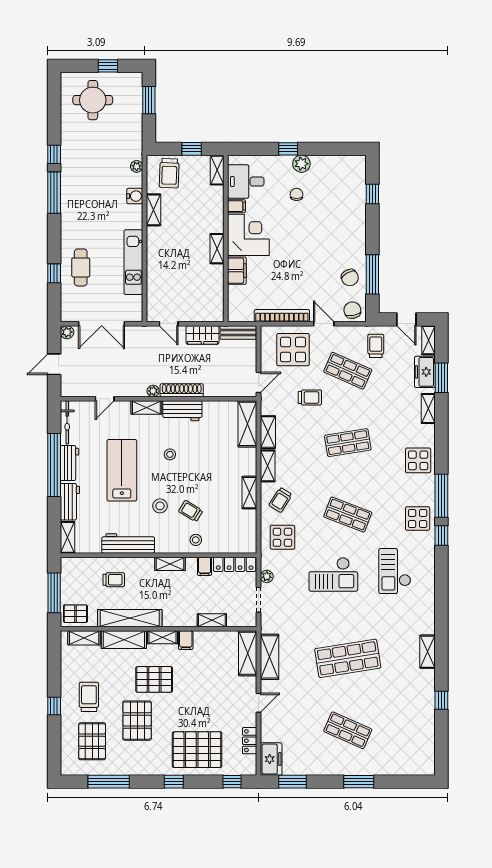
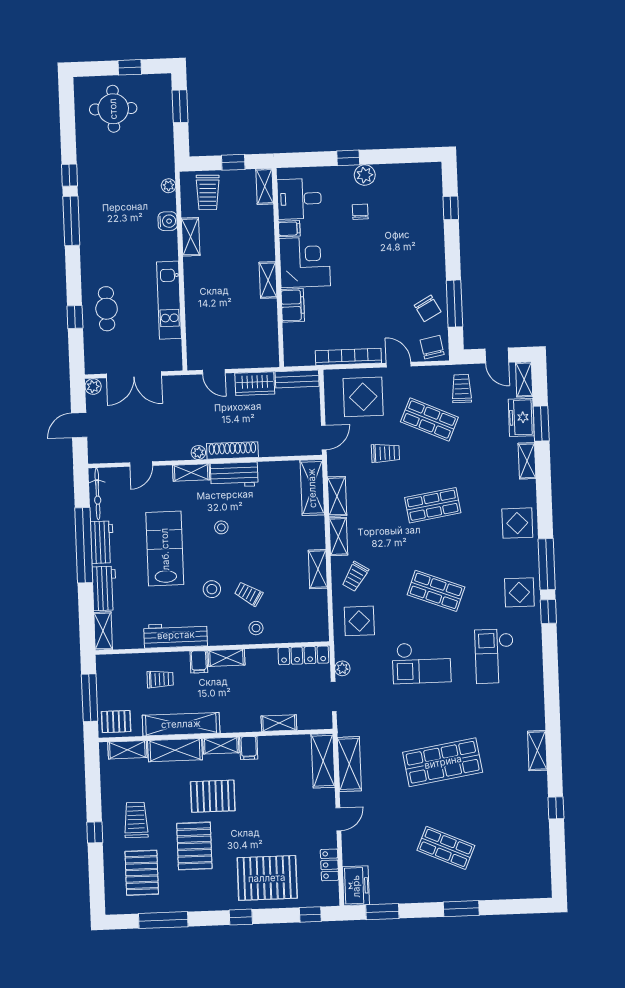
filing cabinet: (204, 566) -> (199, 662), moved

